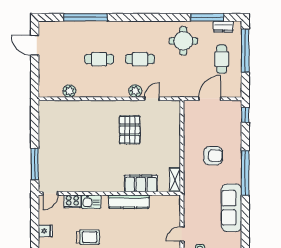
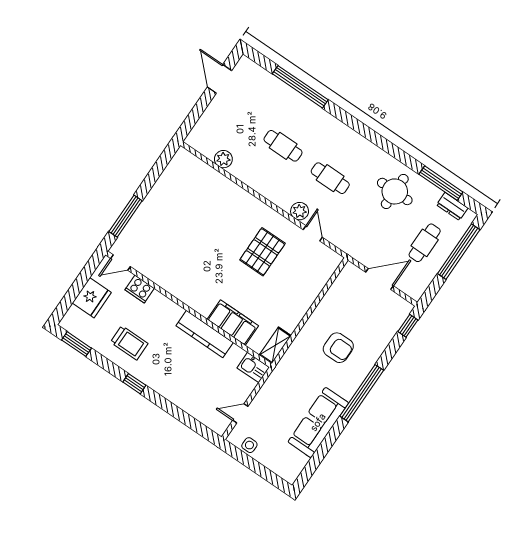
door: (152, 99) -> (313, 233), hinge flipped
kitchen sink: (91, 202) -> (253, 368), moved
fridge: (45, 231) -> (92, 298), width x1.88, depth x1.34

